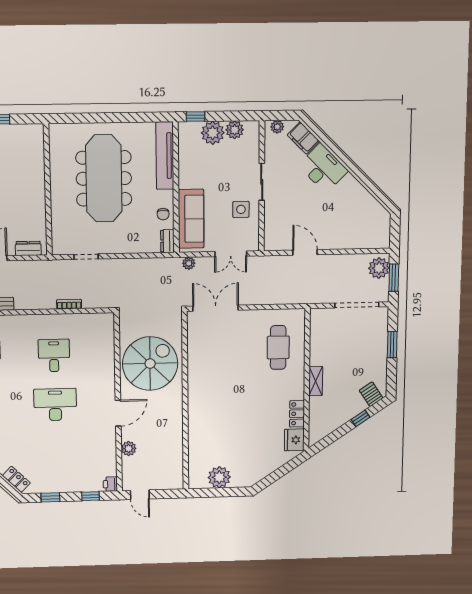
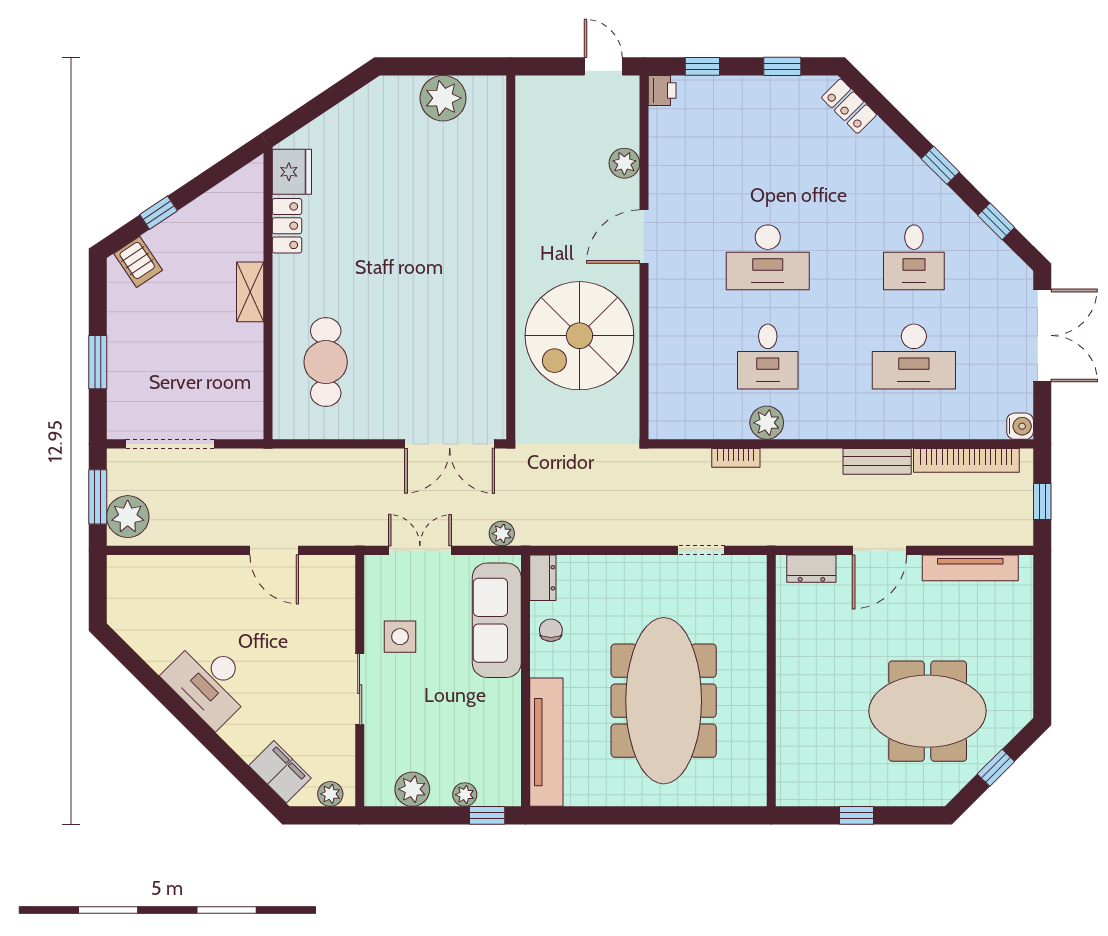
plant: (213, 133) -> (465, 795), width x0.53, depth x0.53
desk: (323, 168) -> (209, 682), moved
plant: (54, 322) -> (767, 423), added

